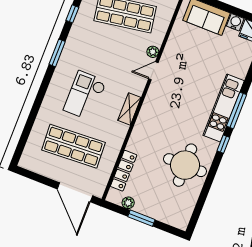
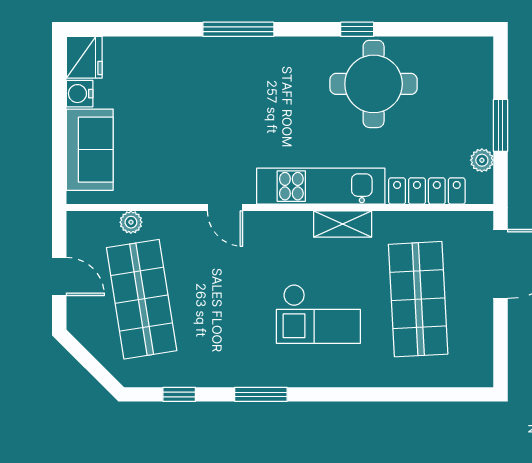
plant: (153, 52) -> (131, 222), moved
kitchen unit: (224, 108) -> (321, 186), moved, turned 180
shelving: (129, 109) -> (343, 224), moved
window: (223, 144) -> (357, 29), moved

